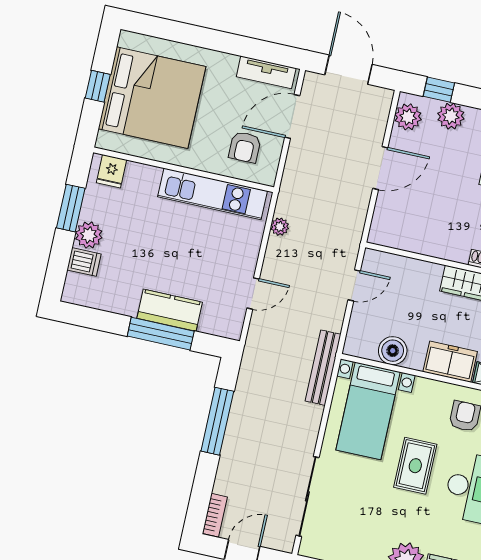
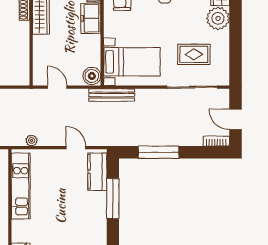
kitchen counter: (170, 310) -> (97, 172), moved
boiler: (393, 351) -> (92, 76), moved
rug: (415, 466) -> (194, 54), moved

